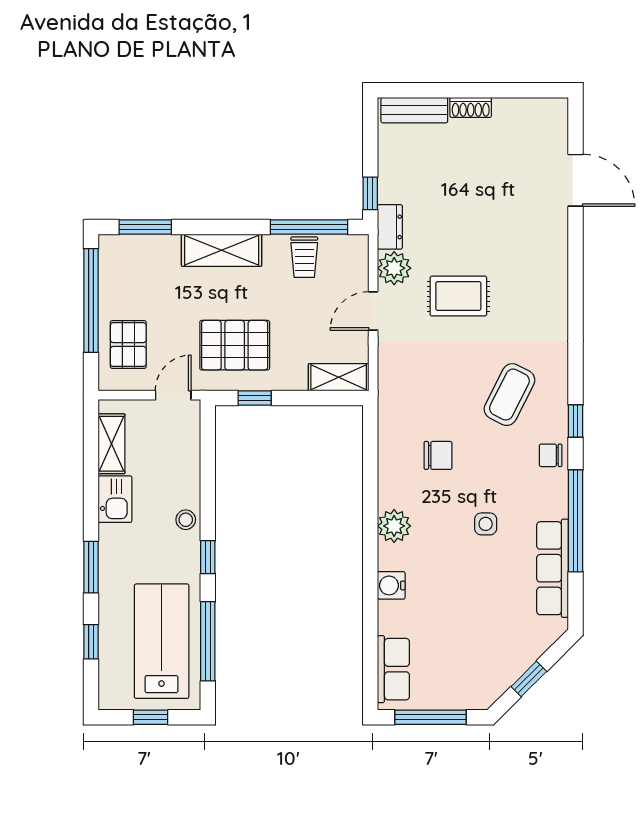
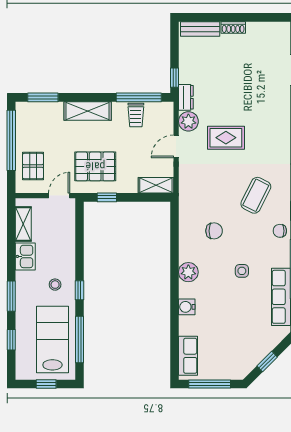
stool: (186, 520) -> (55, 285), moved

